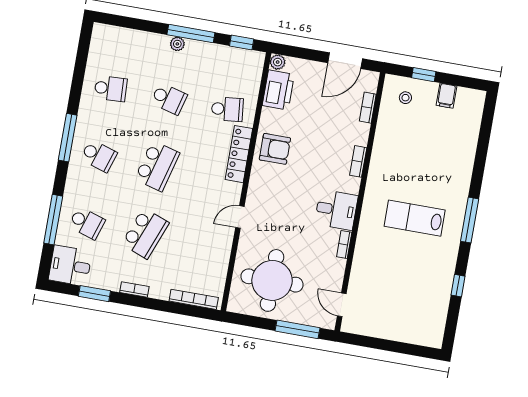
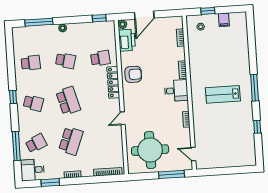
window: (191, 34) -> (39, 22), moved
door: (345, 61) -> (144, 15), moved
window: (68, 138) -> (13, 97), width x0.46
school desk: (157, 166) -> (68, 101), turned -30
desk: (336, 210) -> (176, 91), moved
school desk: (87, 223) -> (36, 143), turned -42

